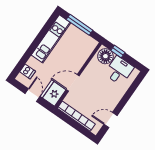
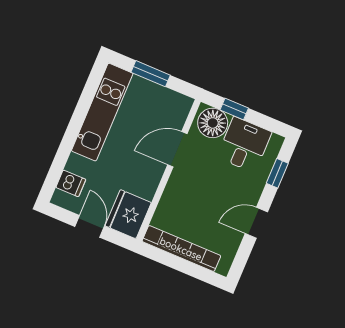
window: (80, 25) -> (151, 74), width x0.69
door: (73, 83) -> (177, 149), moved
window: (133, 88) -> (277, 173), added
door: (111, 120) -> (256, 223), moved

